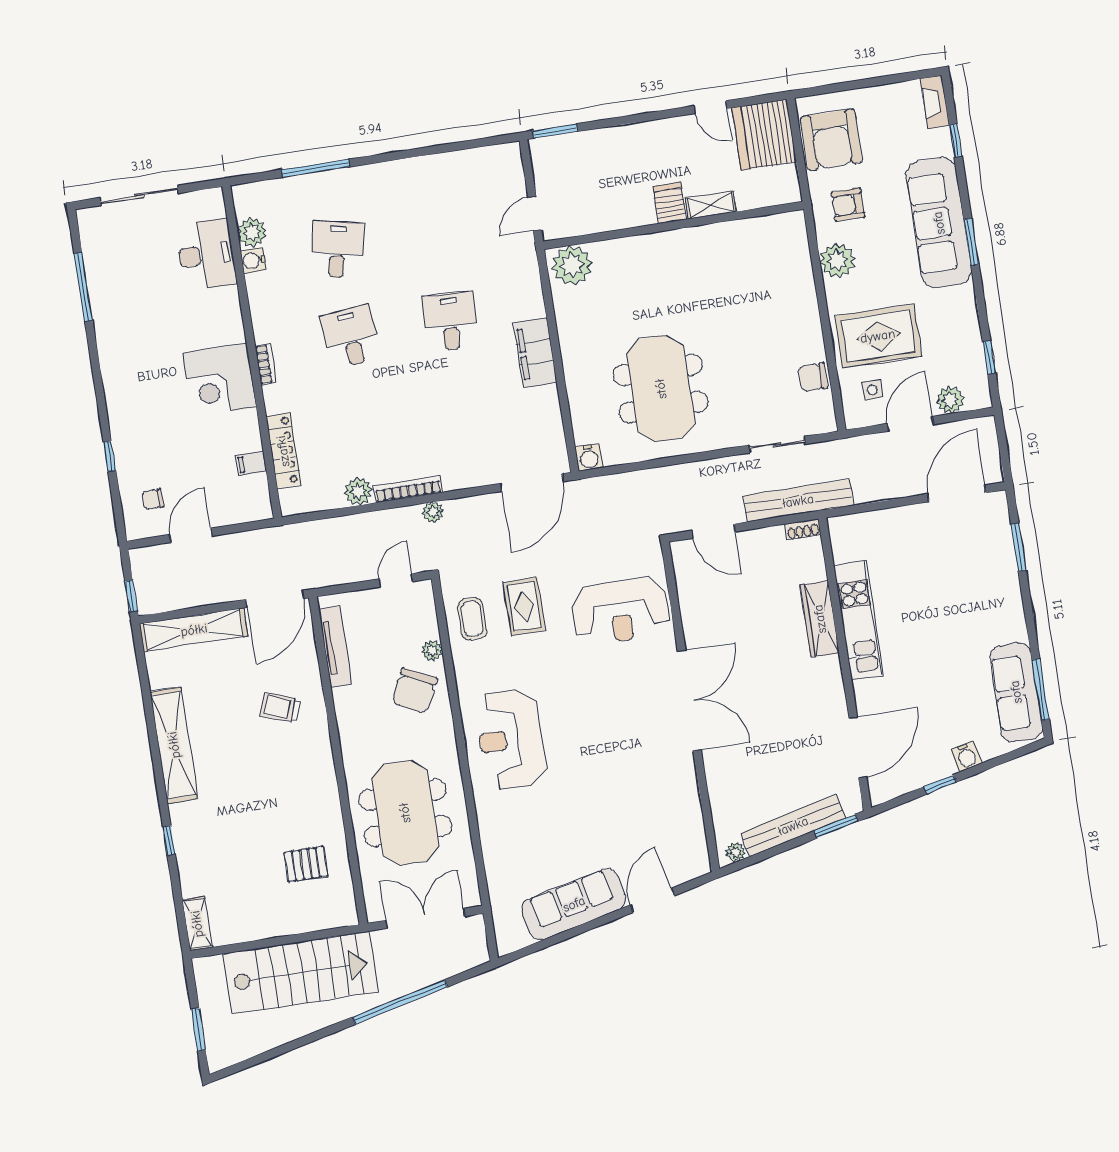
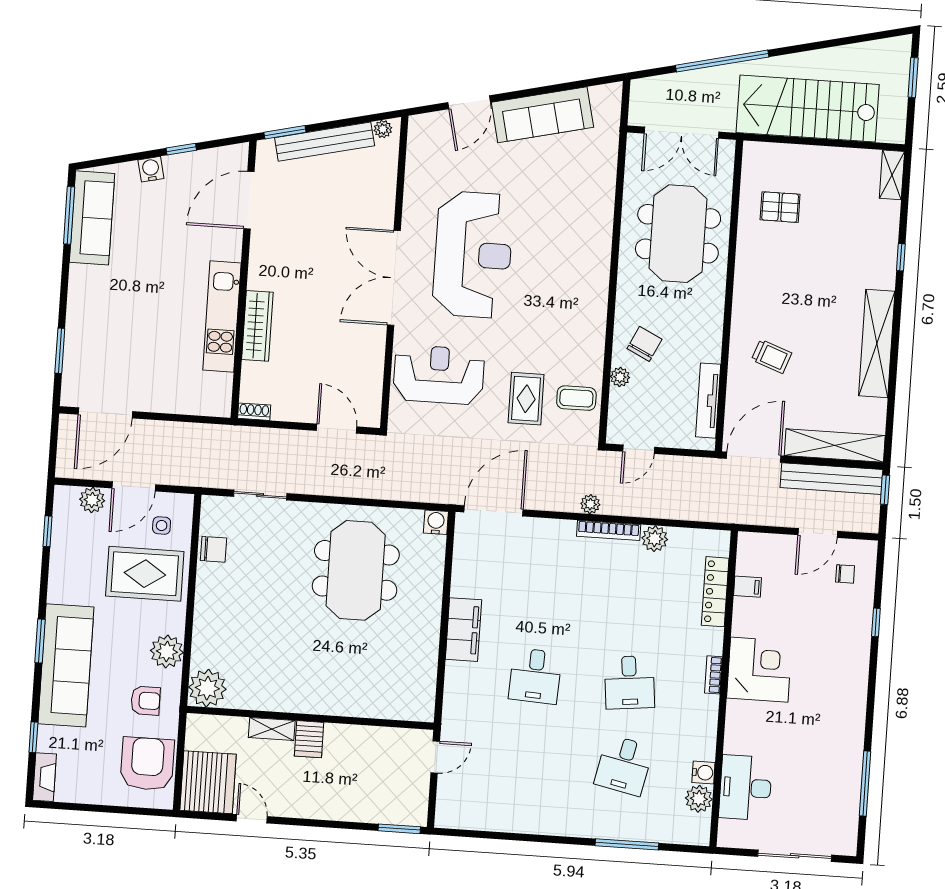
plant: (572, 265) -> (207, 688), moved
bench: (798, 501) -> (831, 479), moved
coffee table: (472, 619) -> (576, 398), turned 90
chair: (414, 691) -> (644, 344), width x0.73, depth x0.73
reception desk: (511, 739) -> (473, 255), moved, width x1.36, depth x1.30

